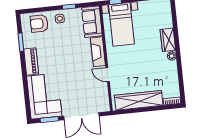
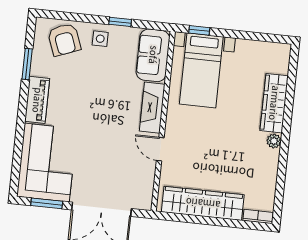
armchair: (39, 24) -> (64, 40), turned -111
wardrobe: (168, 40) -> (274, 103), width x1.50

